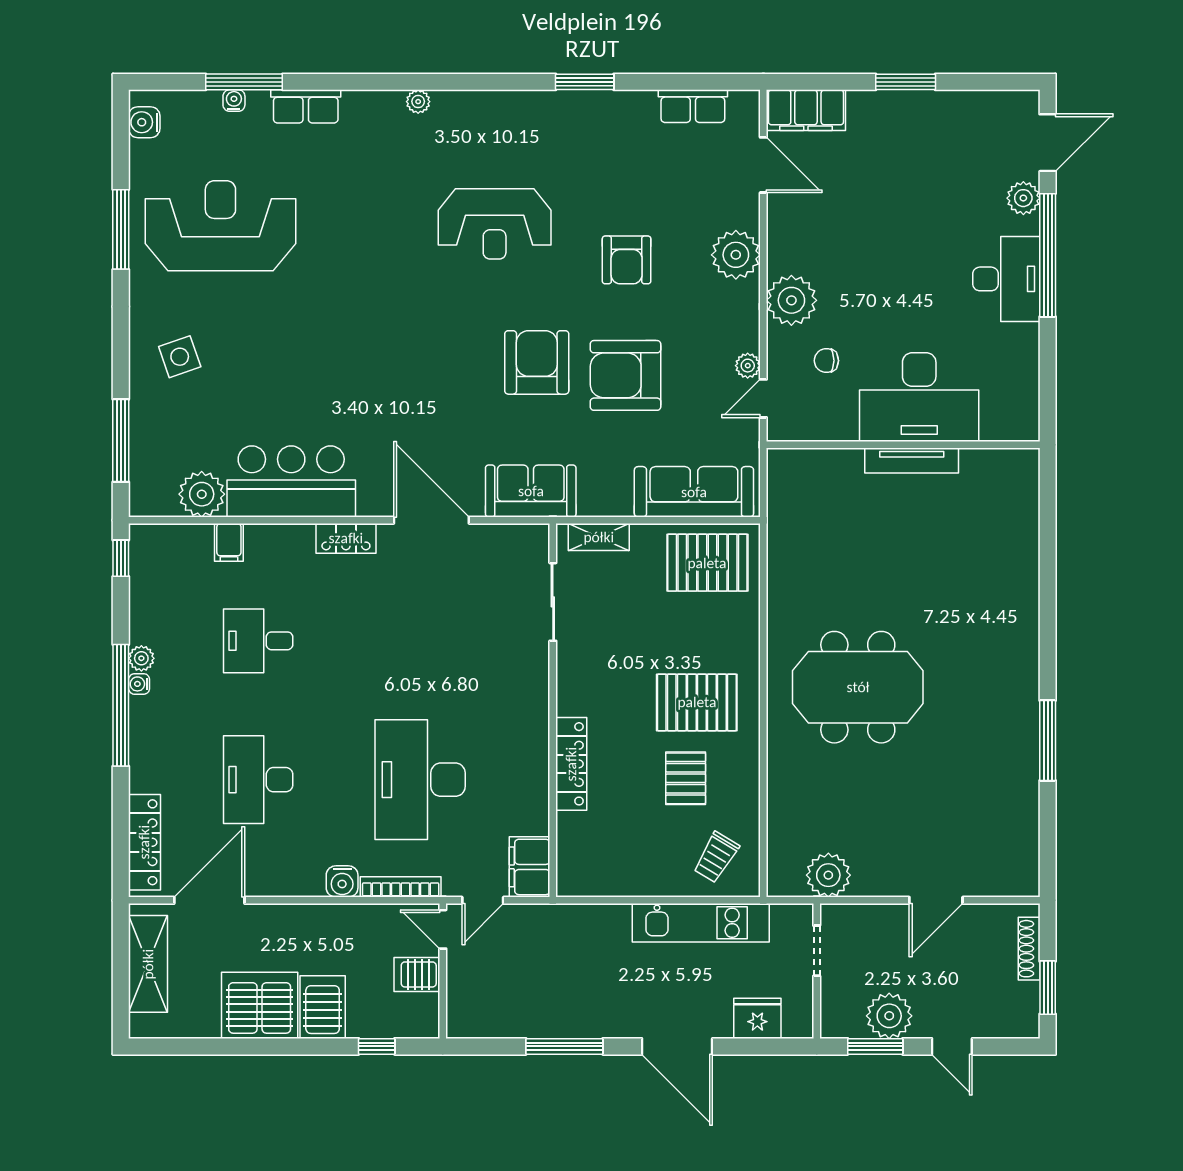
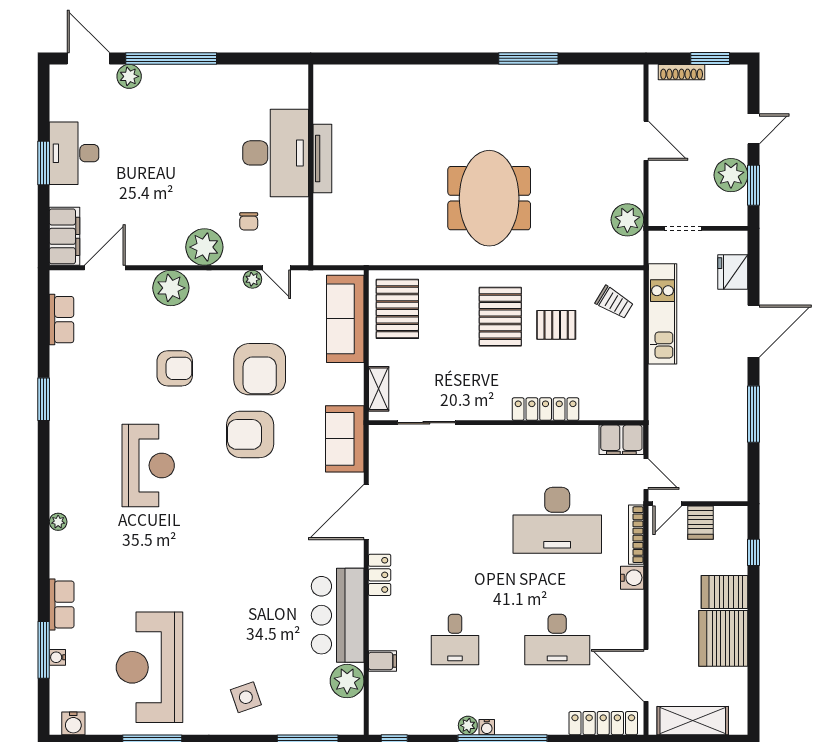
desk: (1006, 279) -> (74, 153), moved, turned -90

